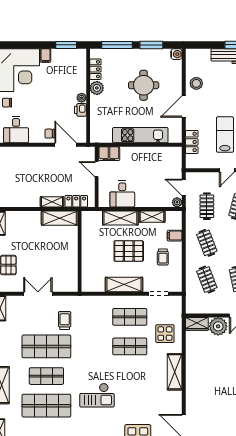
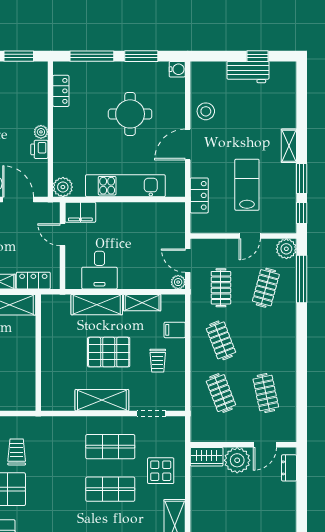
plant: (97, 88) -> (63, 187), moved

